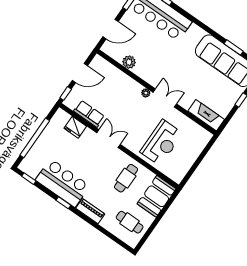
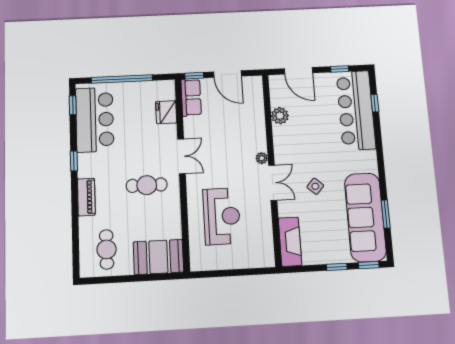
side table: (186, 75) -> (315, 186), added
row of seats: (89, 114) -> (191, 97), moved
reception desk: (161, 143) -> (222, 216), turned -90
cafe table: (126, 178) -> (147, 185), moved
bar counter: (63, 183) -> (95, 120), moved

